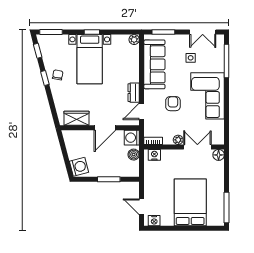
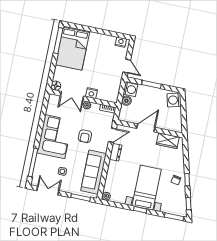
washing machine: (132, 138) -> (130, 89), moved
nightstand: (154, 155) -> (91, 93), moved
bed: (190, 202) -> (73, 48), moved
door: (142, 207) -> (127, 66), moved

